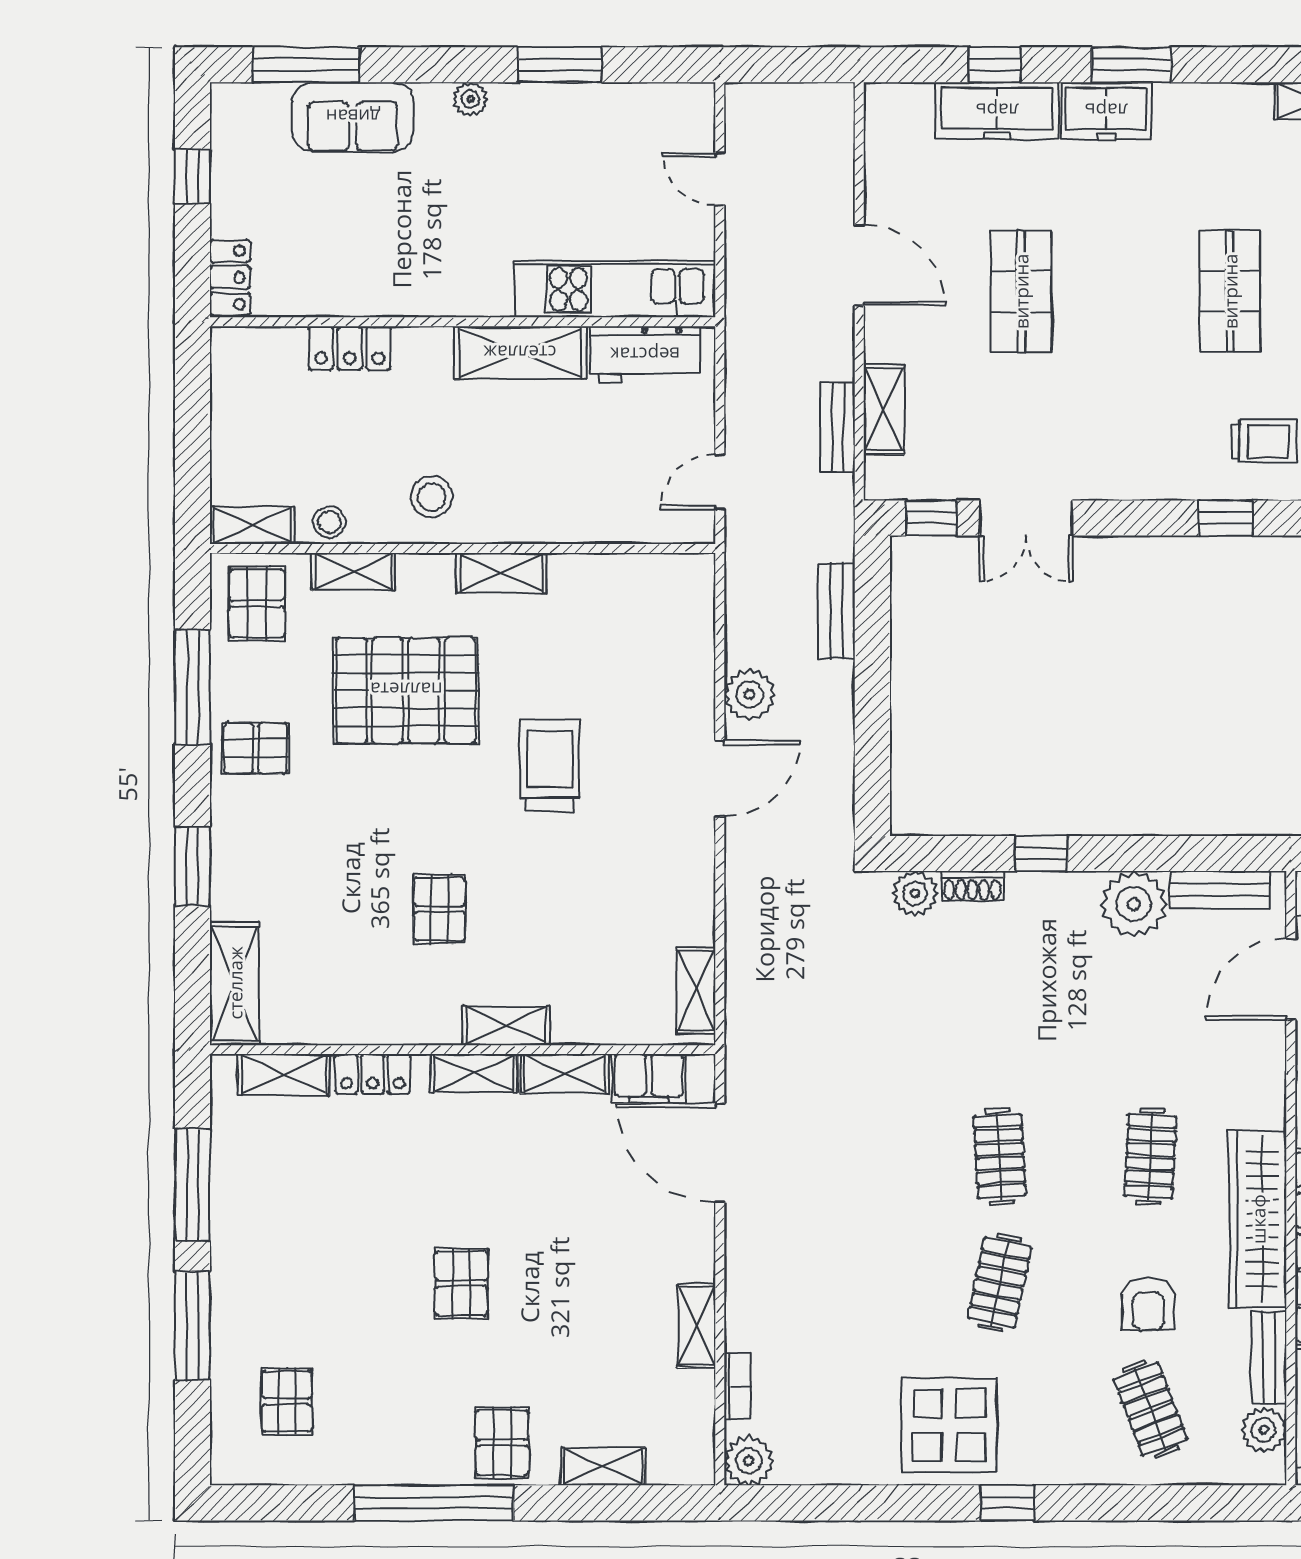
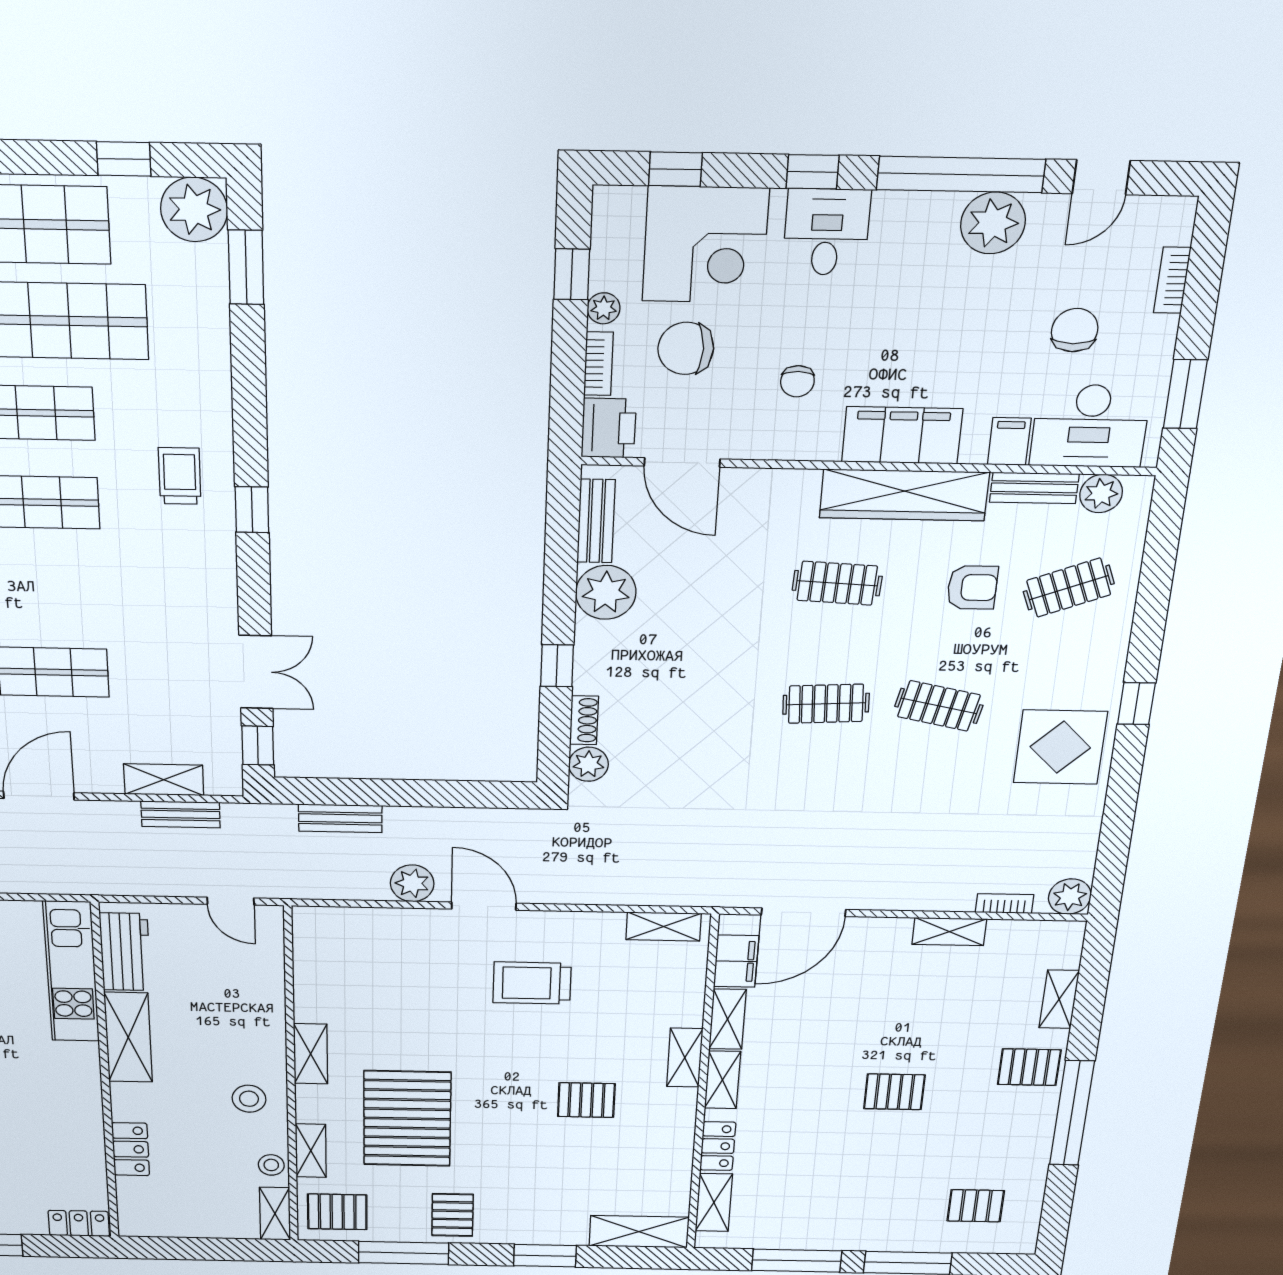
trolley: (550, 765) -> (532, 983), moved

